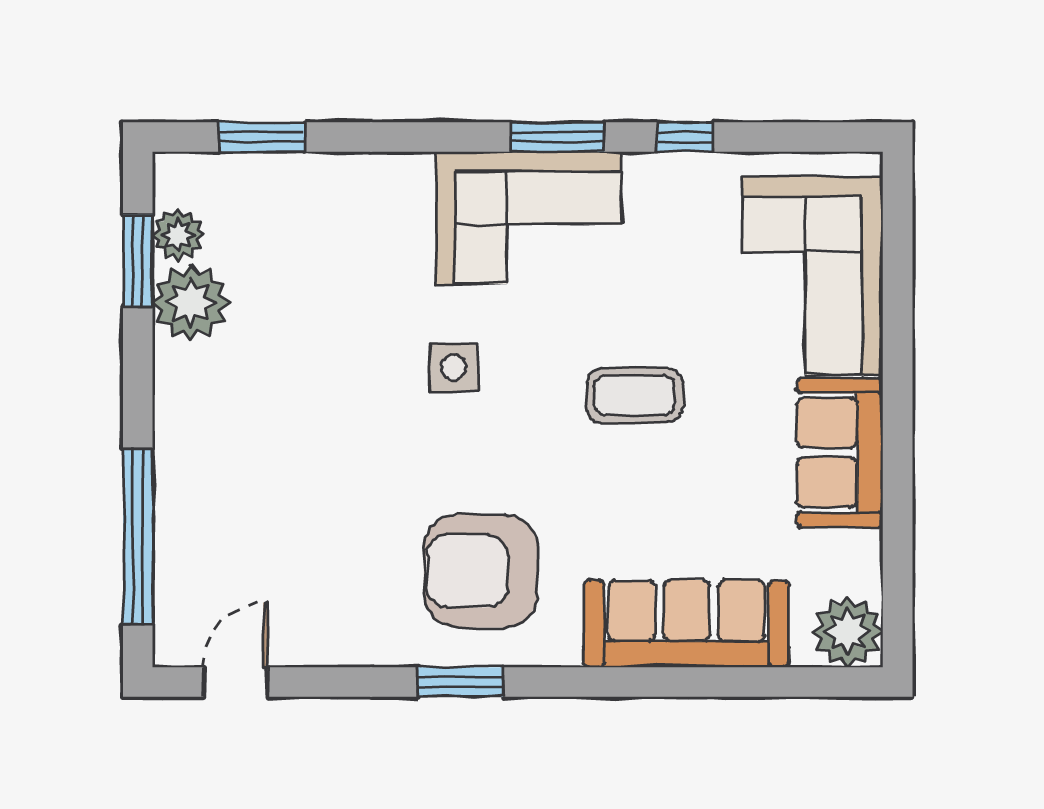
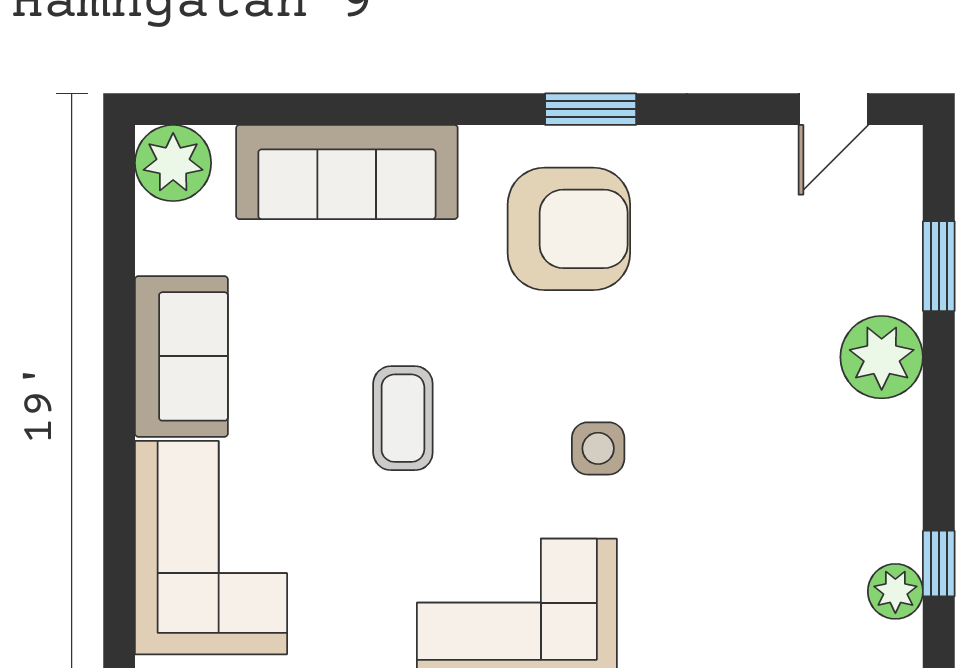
window: (138, 261) -> (939, 564), width x0.67
plant: (191, 303) -> (882, 357), moved
coffee table: (635, 395) -> (403, 418), turned 90
window: (138, 536) -> (939, 266), width x0.47

